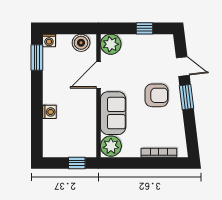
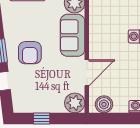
armchair: (156, 95) -> (30, 53), turned -90

